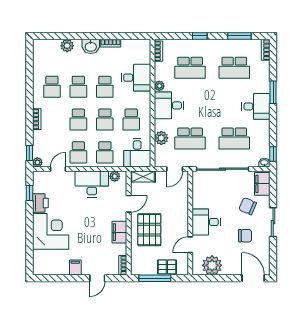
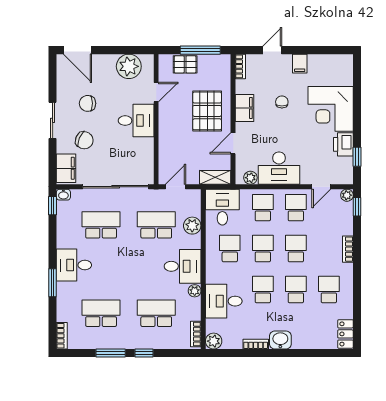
window: (239, 36) -> (111, 353), moved
plant: (67, 46) -> (214, 341), moved
locker: (39, 51) -> (345, 334), added
chair: (90, 237) -> (282, 102), added

